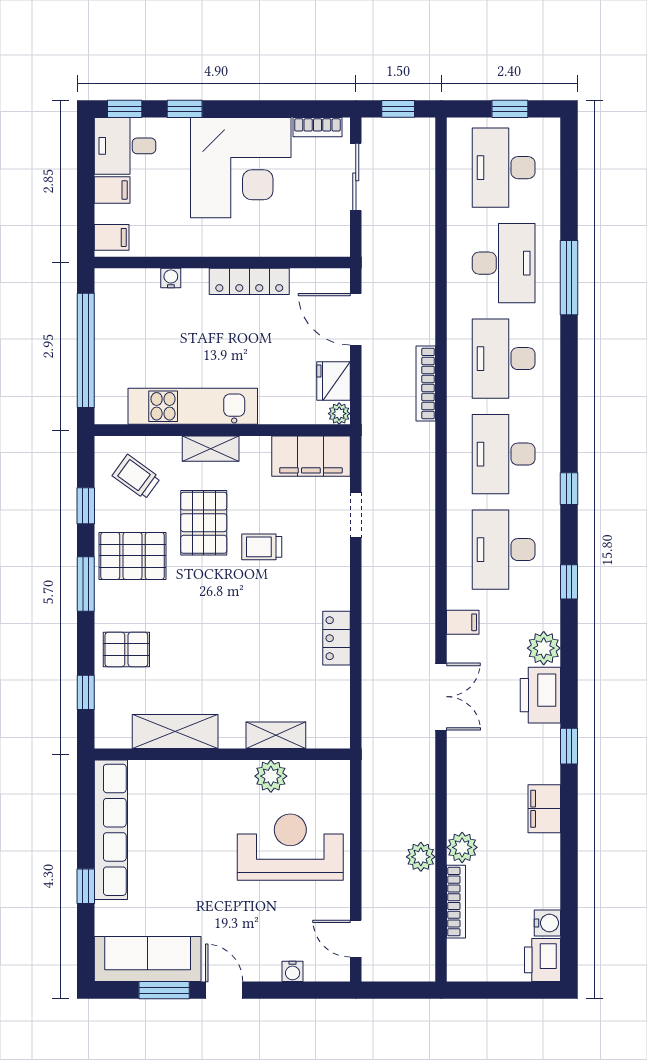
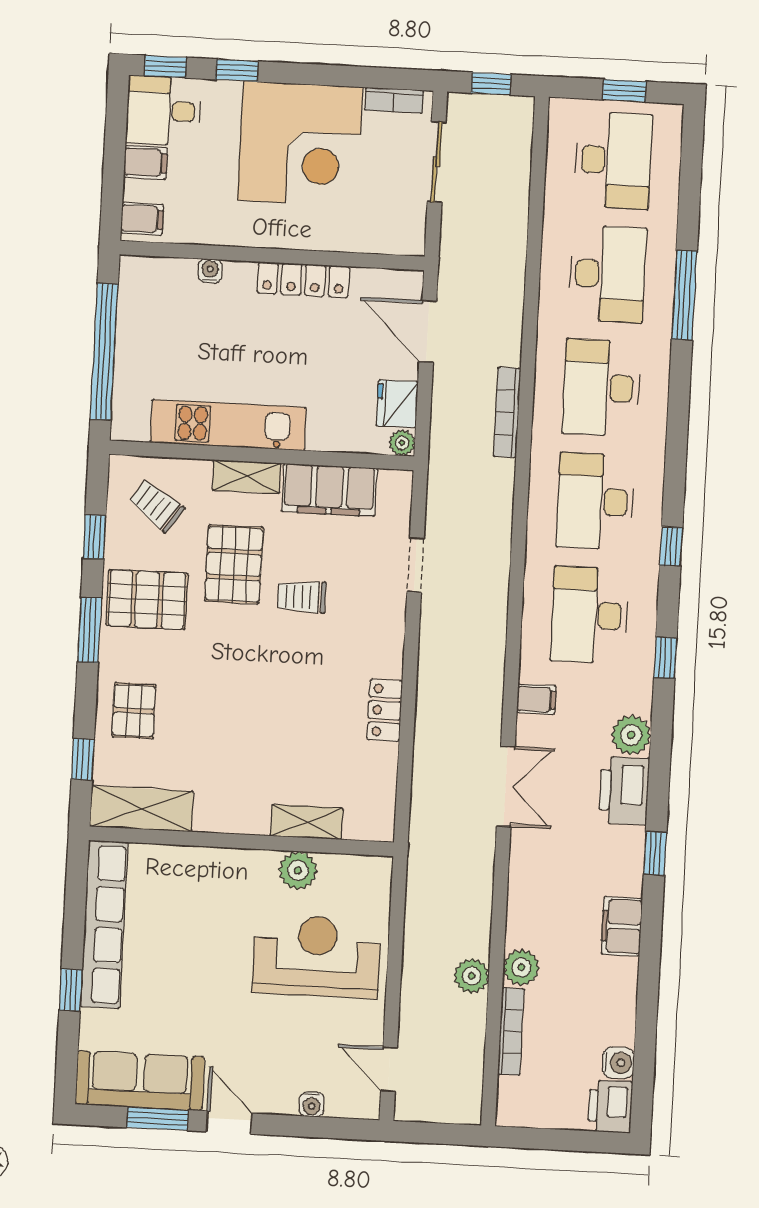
desk: (504, 168) -> (613, 160), turned 180
filing cabinet: (311, 456) -> (329, 490), moved
pallet: (126, 649) -> (134, 711), turned 90
shelving: (175, 731) -> (141, 809), moved

